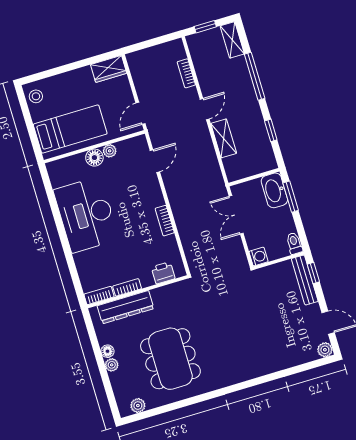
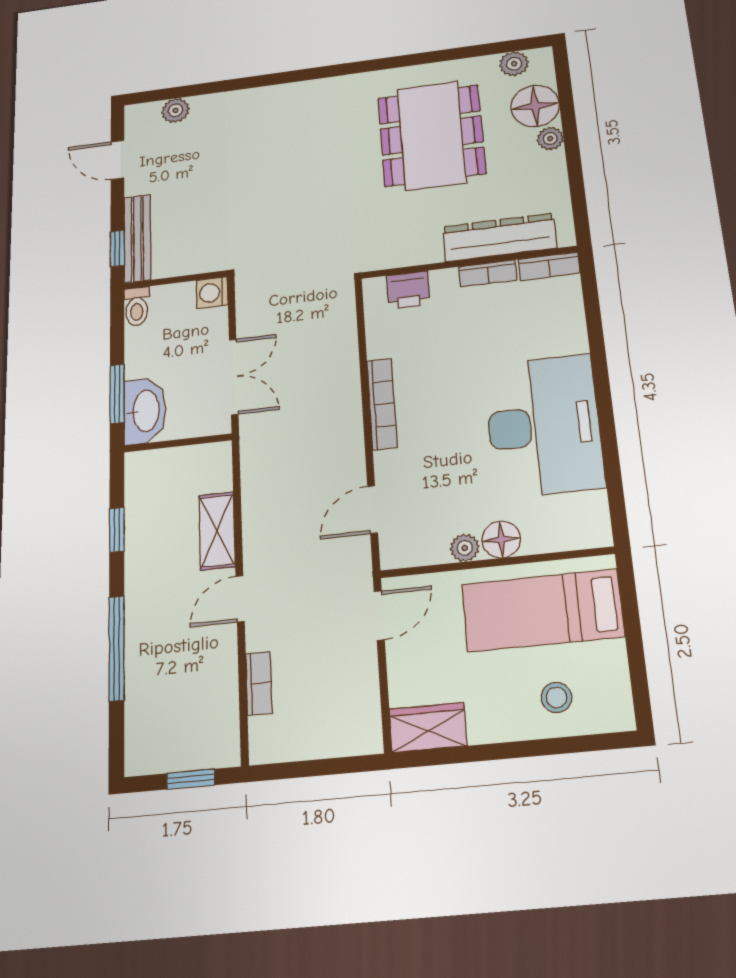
shelving: (232, 40) -> (141, 737), removed
stool: (36, 96) -> (556, 697), moved
bookcase: (165, 221) -> (382, 404), width x1.56
plant: (325, 350) -> (175, 110), moved
floor lamp: (107, 351) -> (535, 106), moved, width x1.89, depth x1.89

